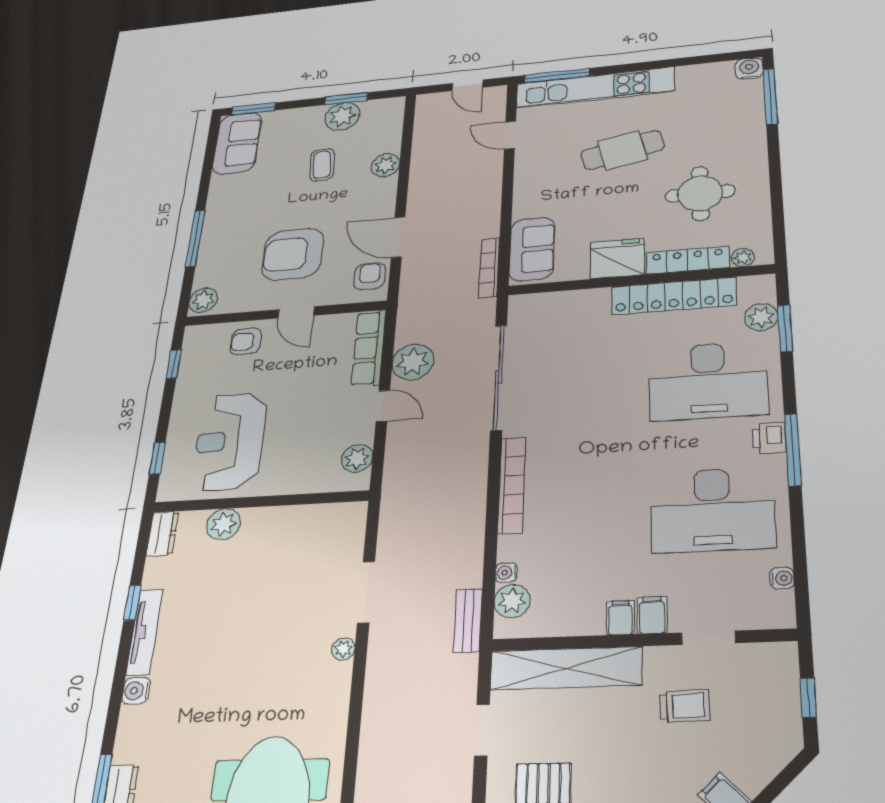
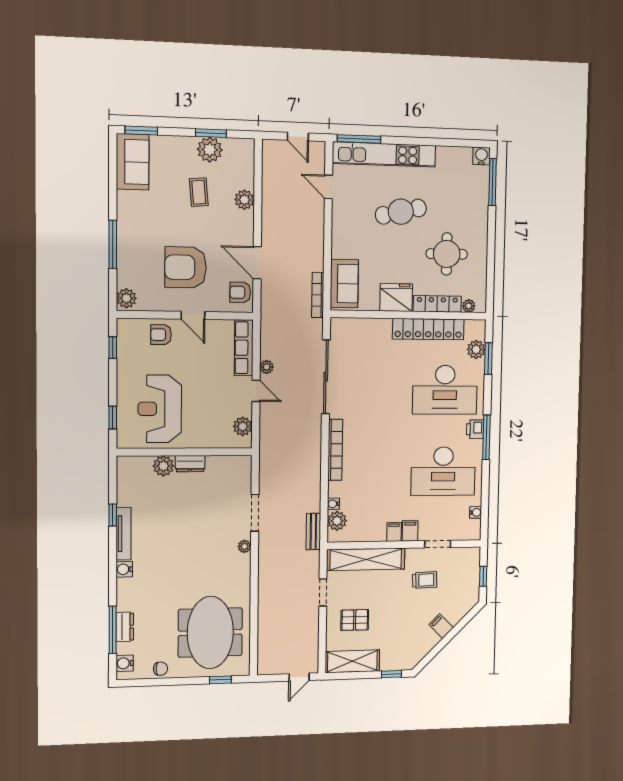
armchair: (370, 276) -> (240, 292), turned -90
plant: (413, 362) -> (267, 367), width x0.53, depth x0.53
dresser: (162, 534) -> (190, 464), moved, turned 90

